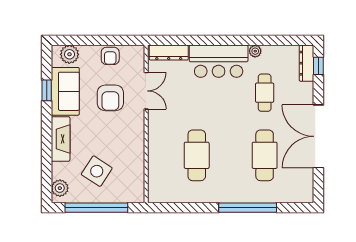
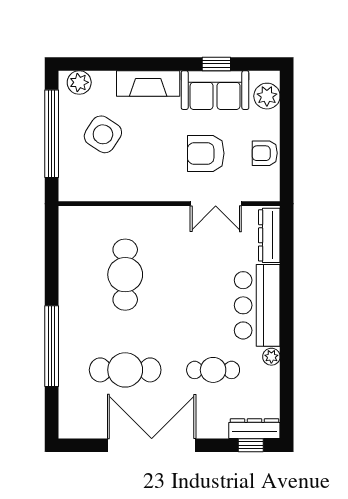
cafe table: (197, 155) -> (125, 275), turned 90

